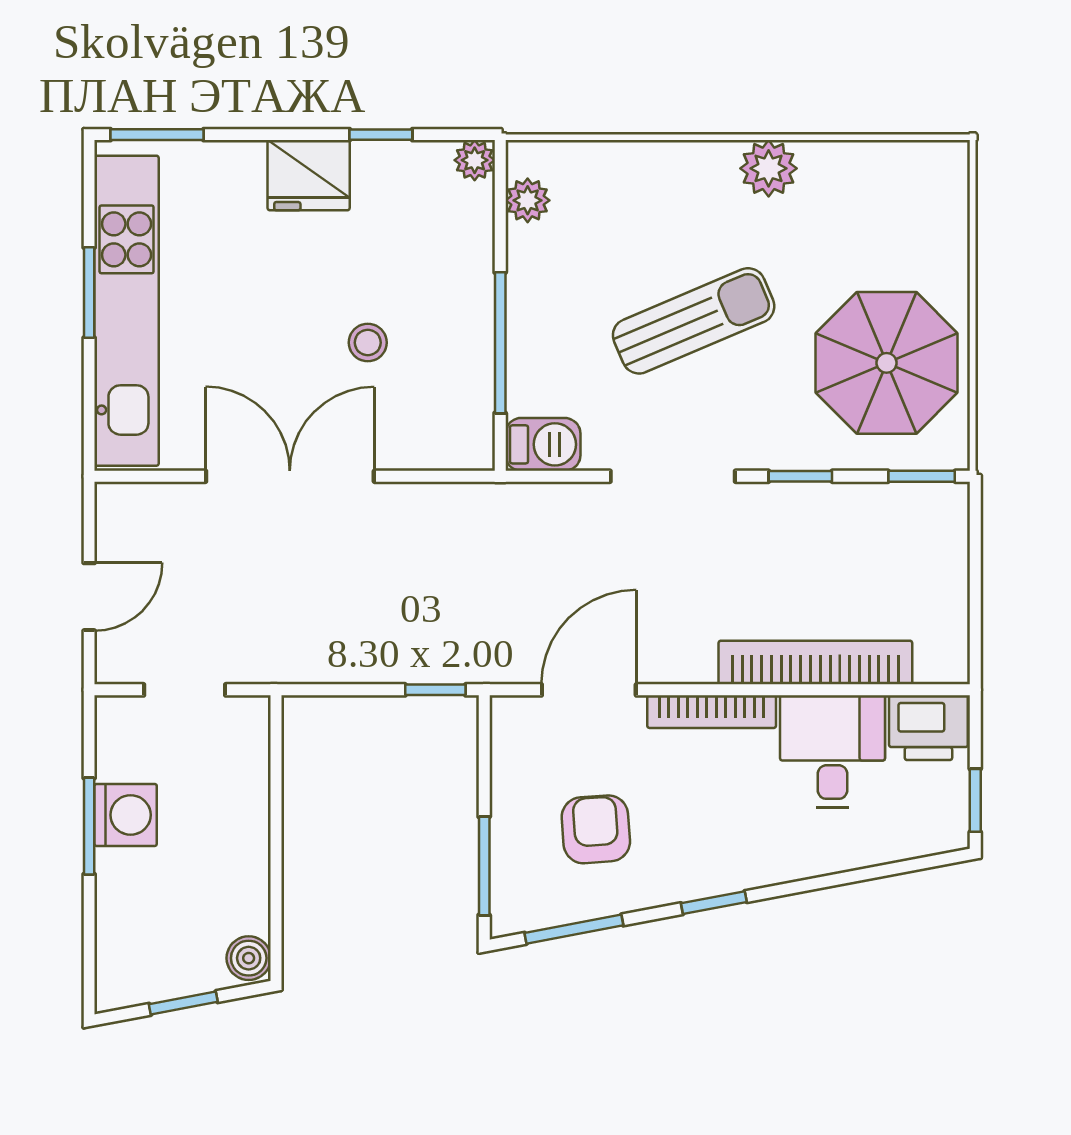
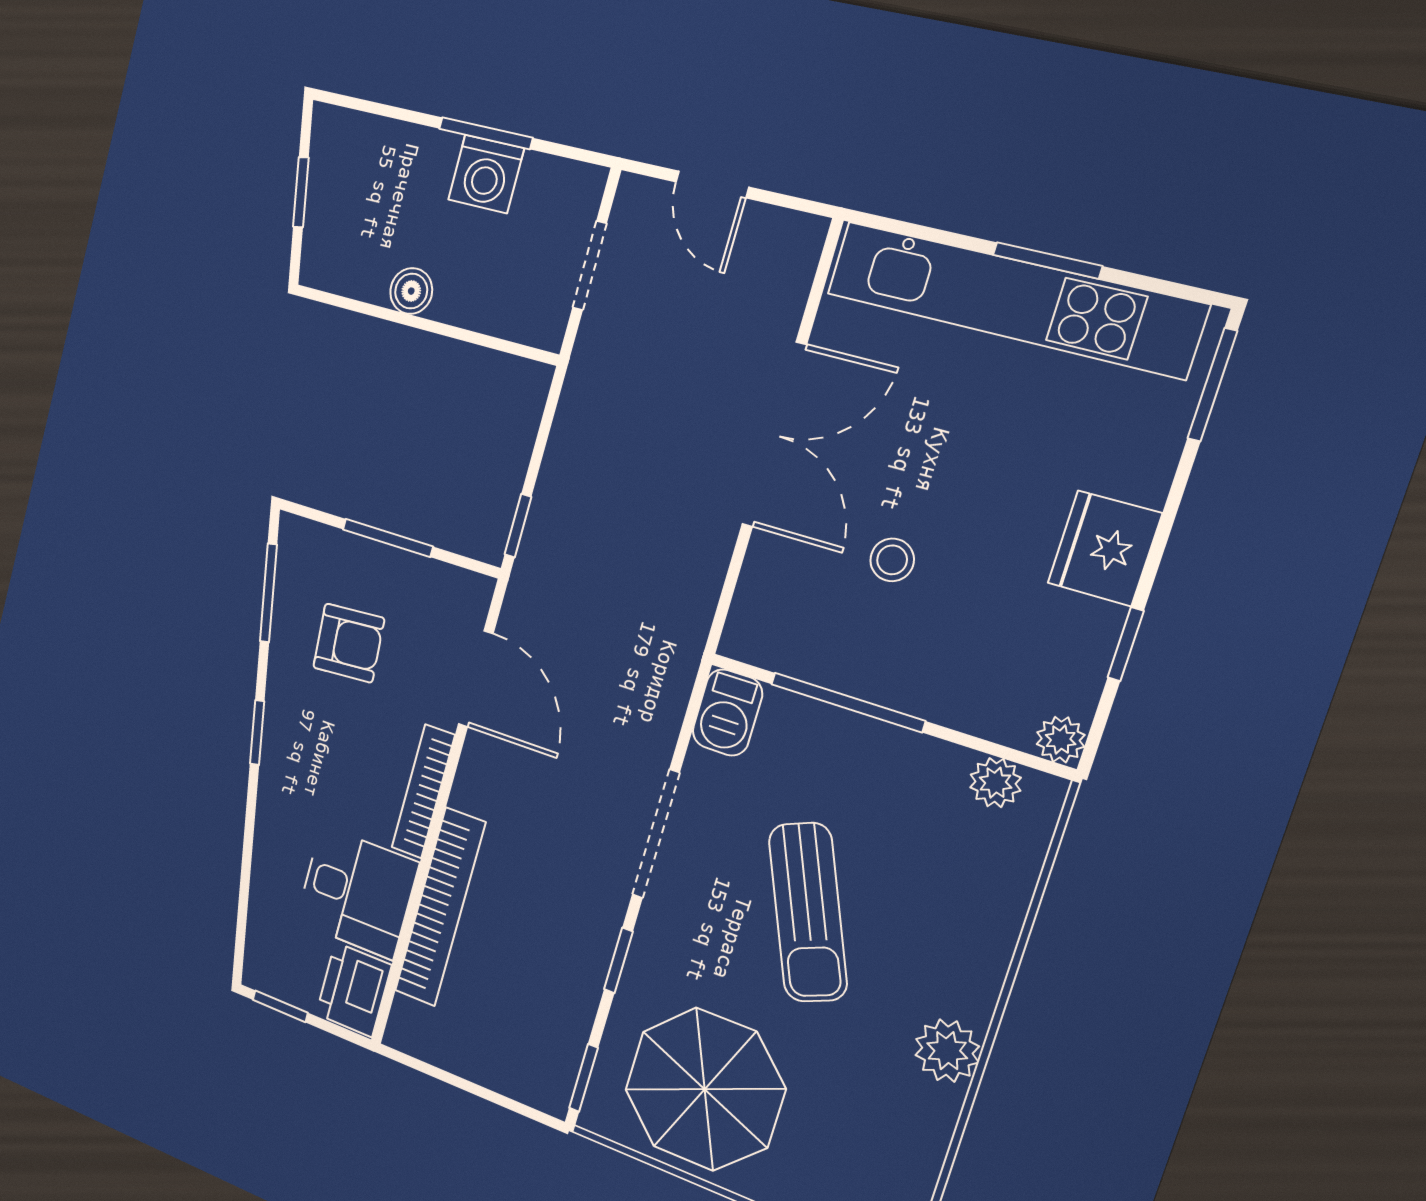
window: (484, 866) -> (388, 538), moved
boiler: (249, 958) -> (411, 291), moved

